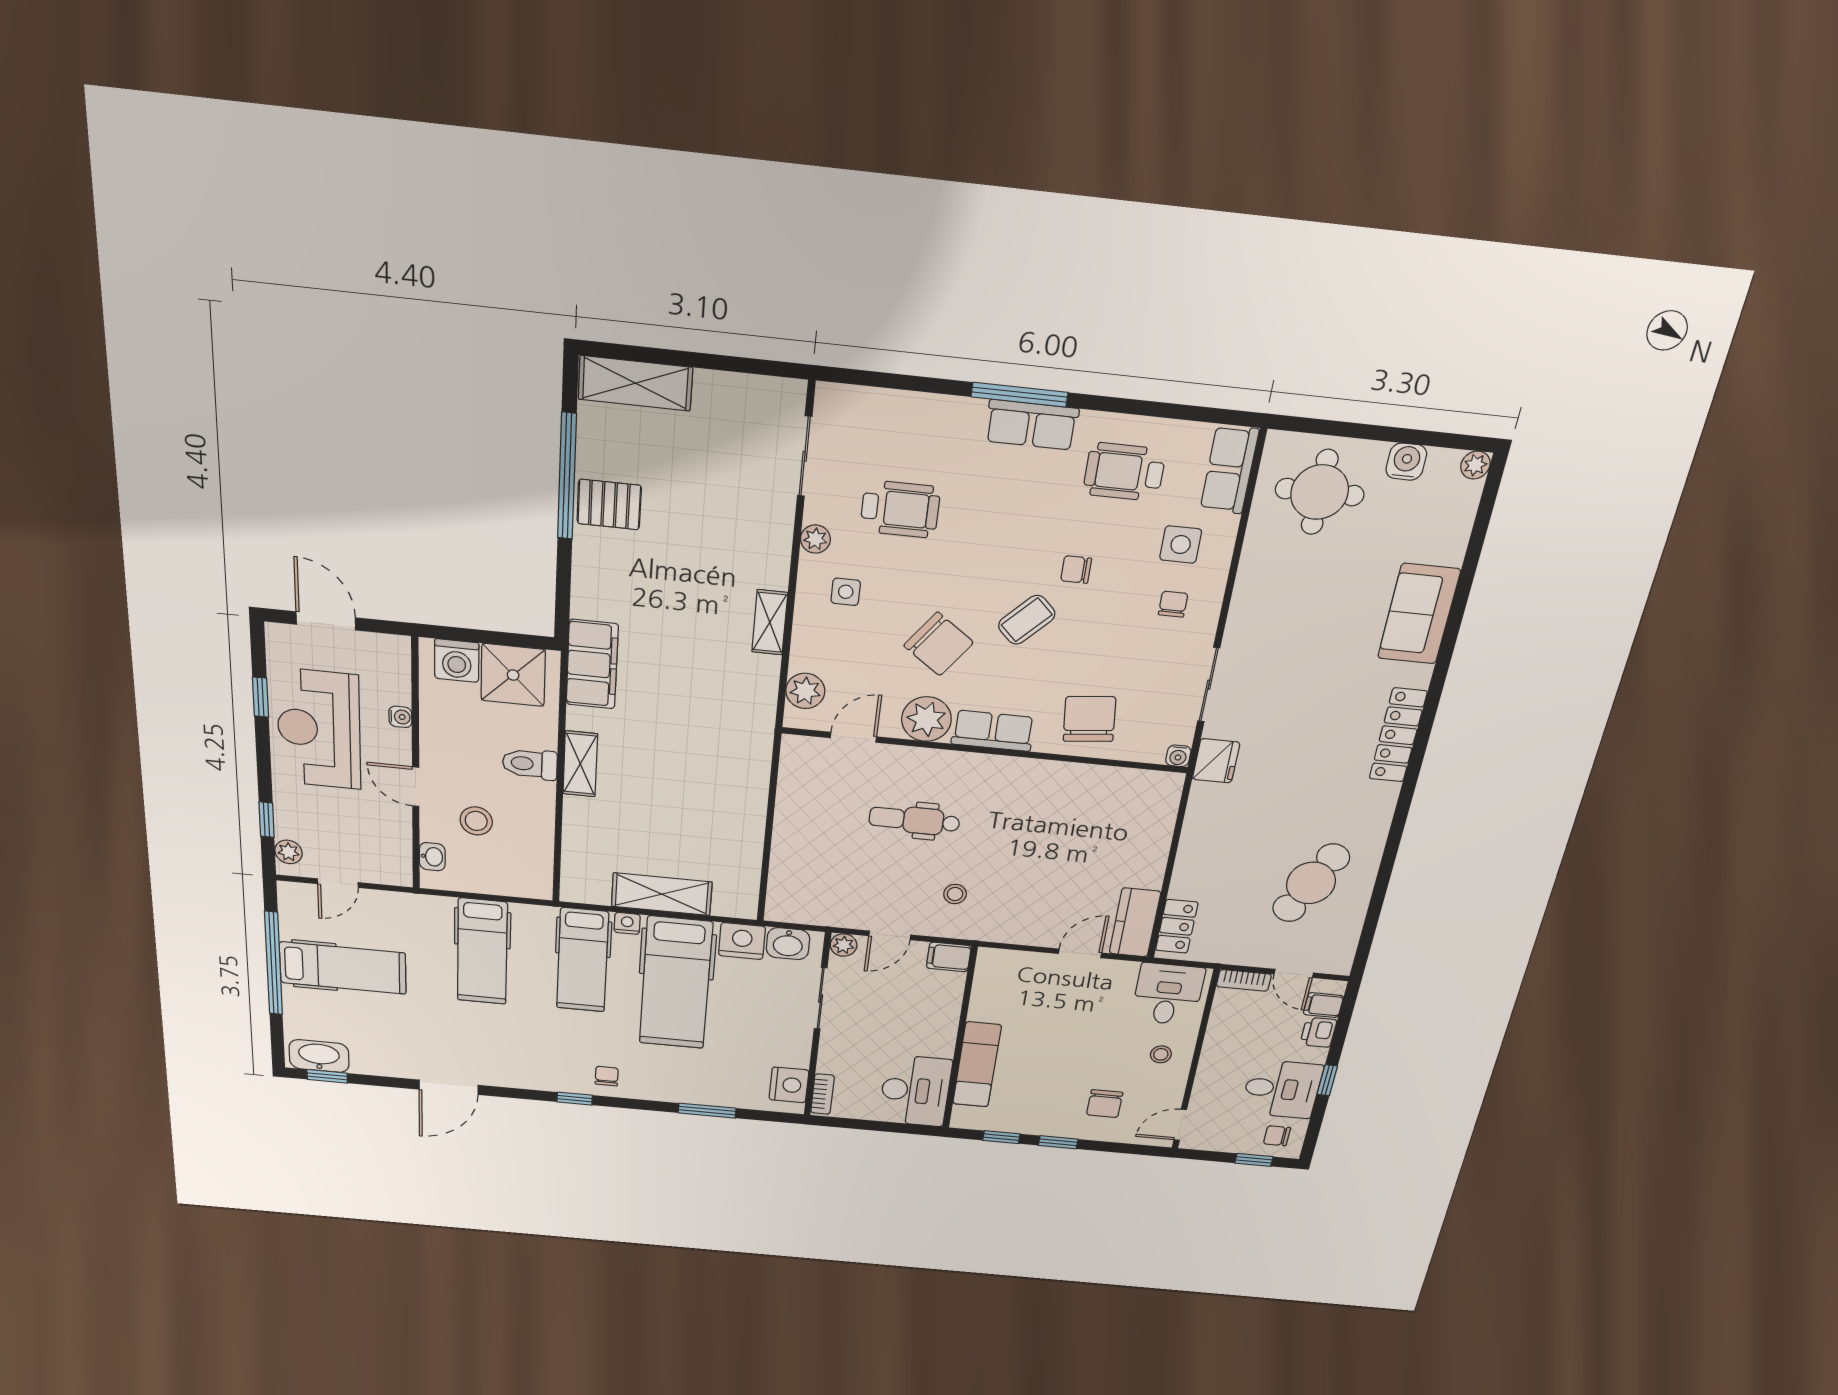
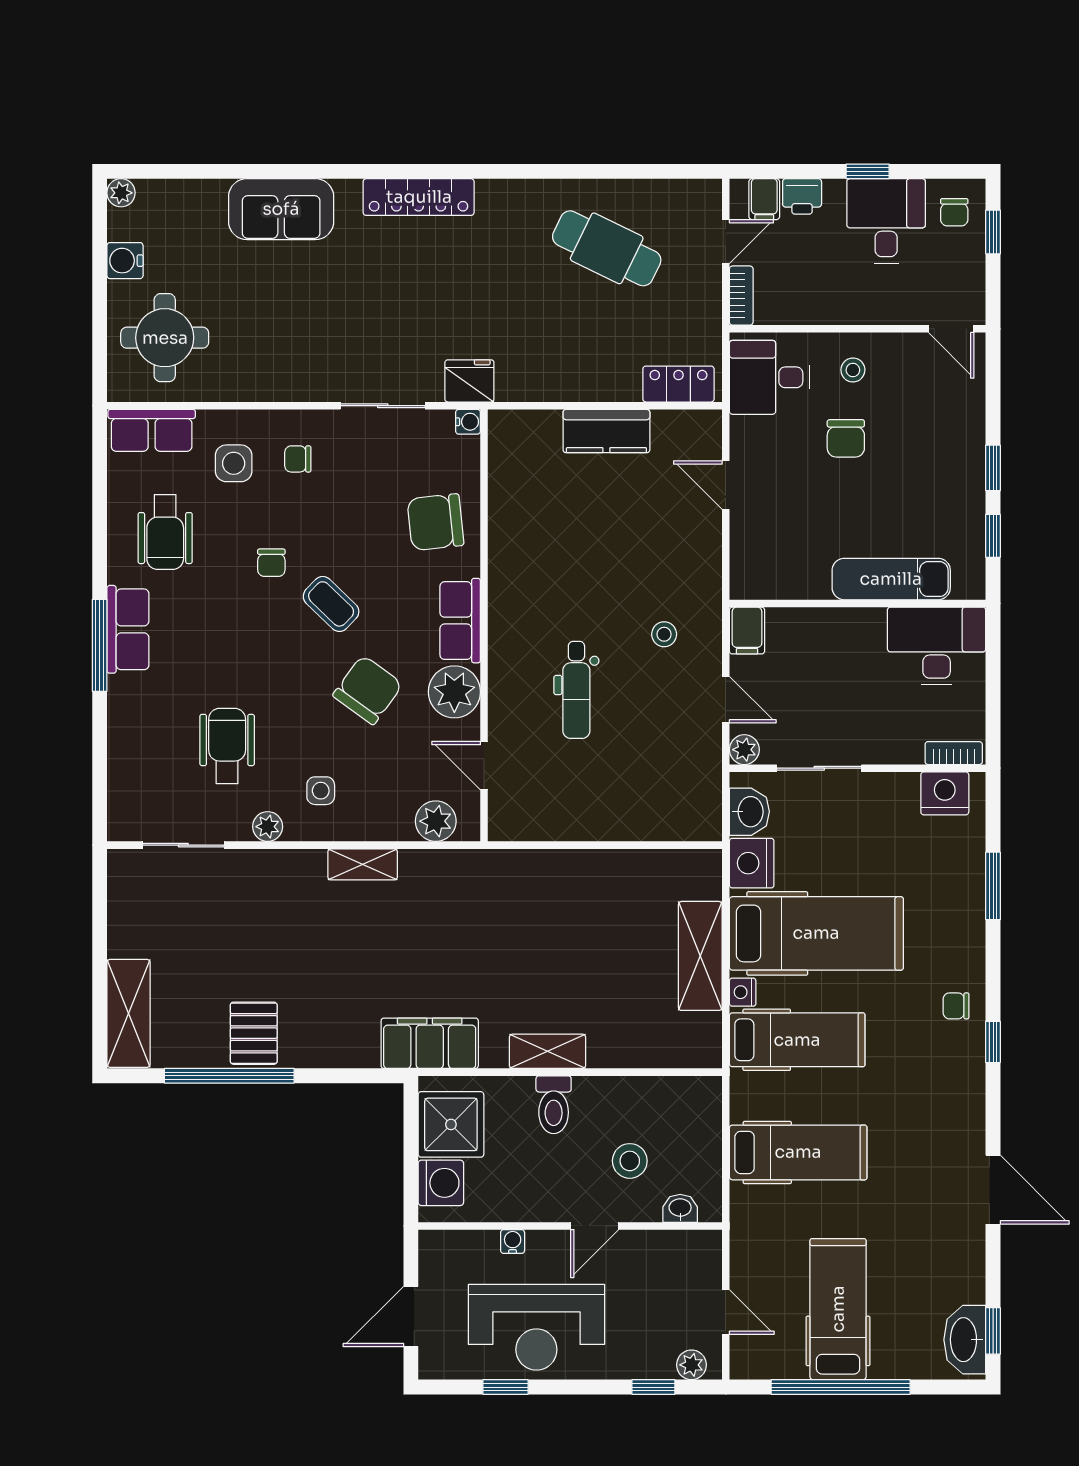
kitchen counter: (1135, 923) -> (606, 431), moved
chair: (1105, 1104) -> (846, 438), moved, turned 90

